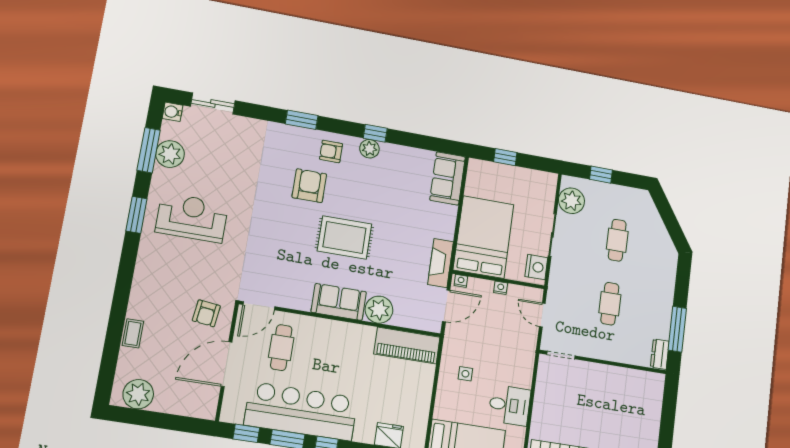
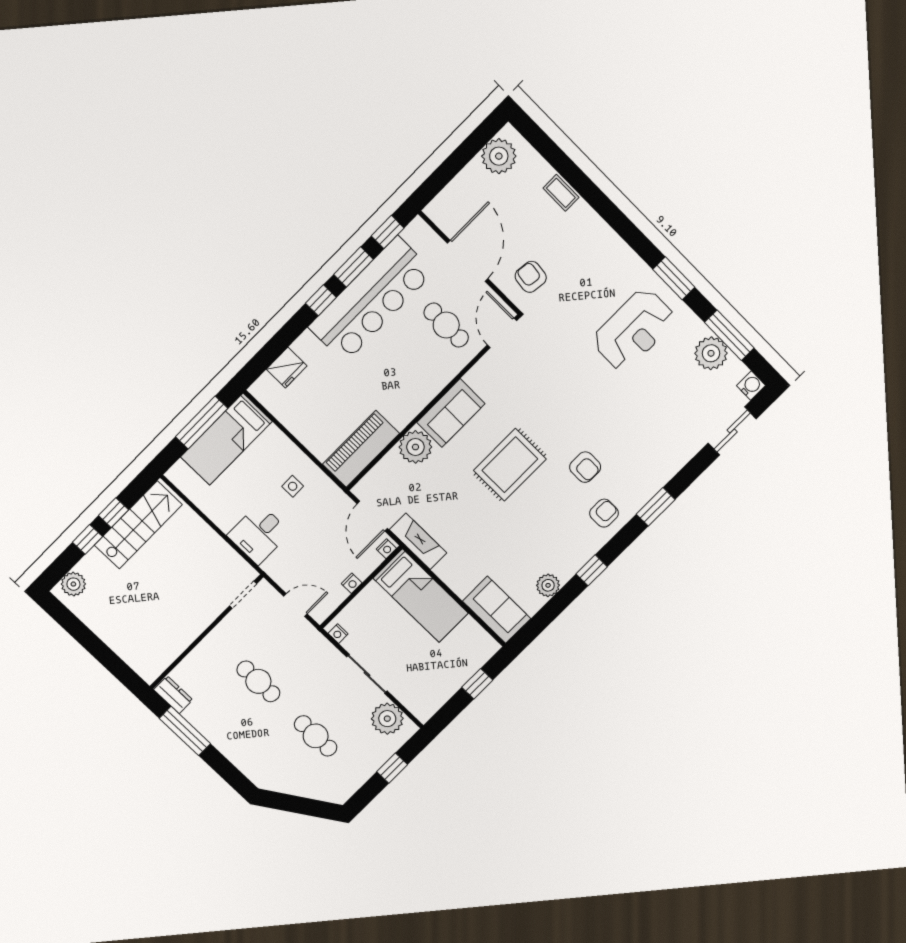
plant: (369, 149) -> (548, 585), moved
armchair: (309, 186) -> (585, 467), width x0.72, depth x0.72
bed: (484, 237) -> (421, 596), width x0.67
nightstand: (536, 267) -> (338, 634), width x0.53, depth x0.56
desk: (509, 405) -> (259, 534), moved

